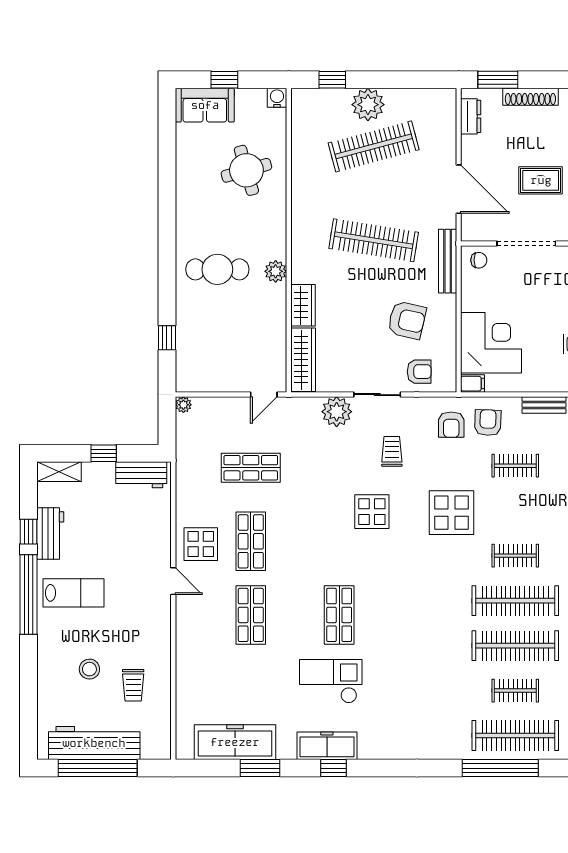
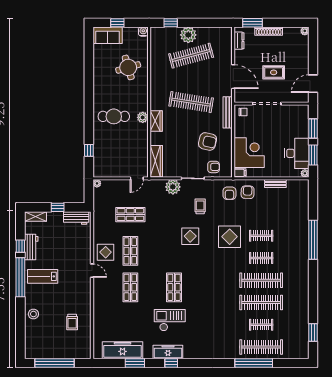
wardrobe: (303, 305) -> (156, 121), moved
clothes rail: (515, 466) -> (261, 236), moved
lab bench: (74, 593) -> (43, 276), turned 180
stool: (89, 669) -> (33, 314), moved
workbench: (94, 743) -> (53, 351), removed

